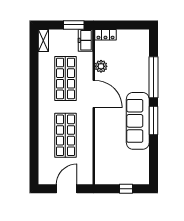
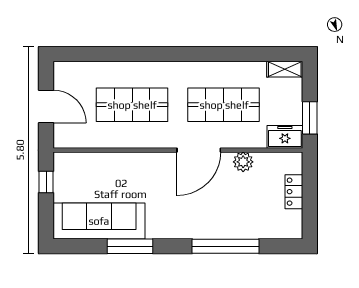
locker: (105, 35) -> (294, 192), moved
sofa: (138, 121) -> (99, 221), moved
window: (154, 121) -> (130, 246), moved
window: (126, 189) -> (46, 182), moved

